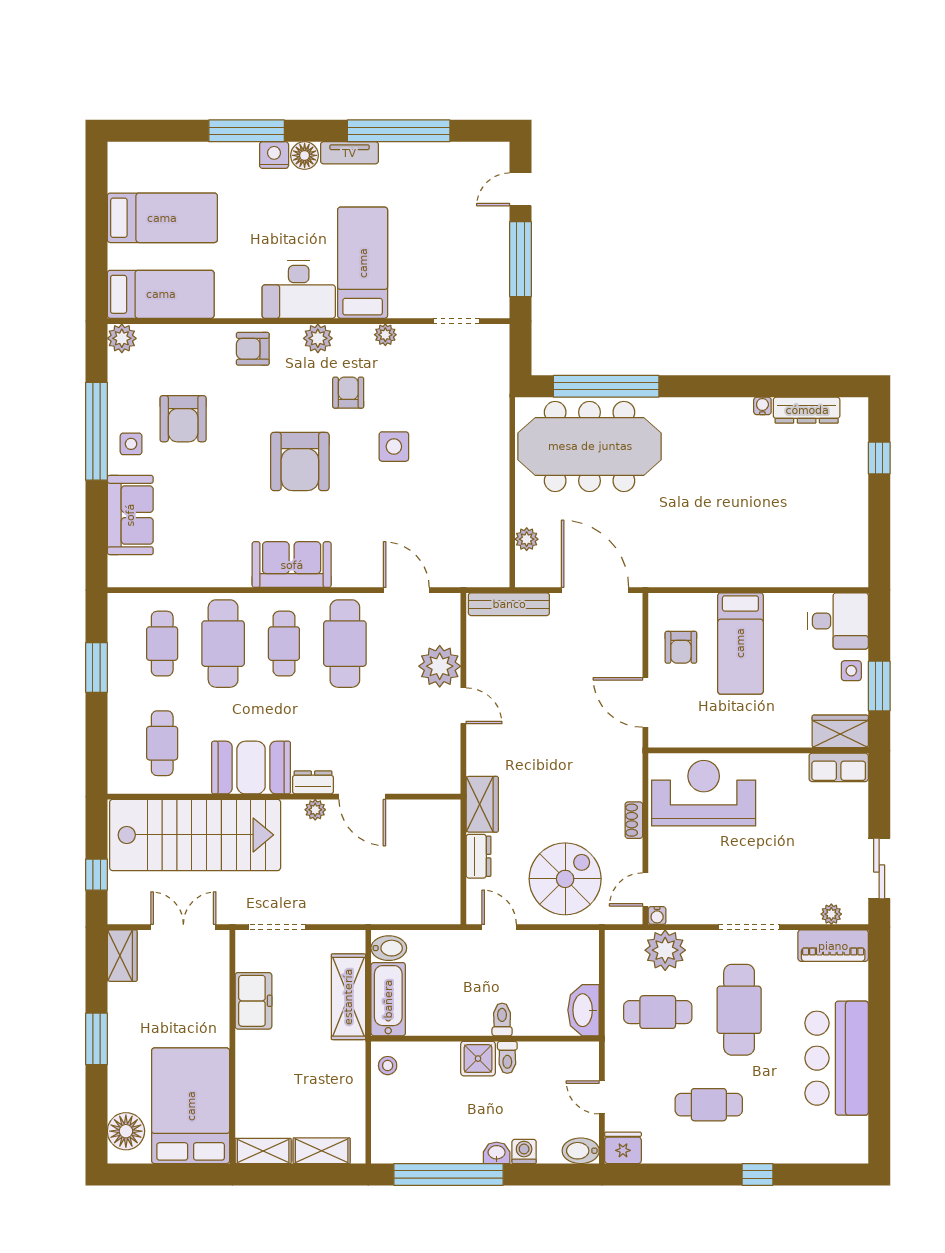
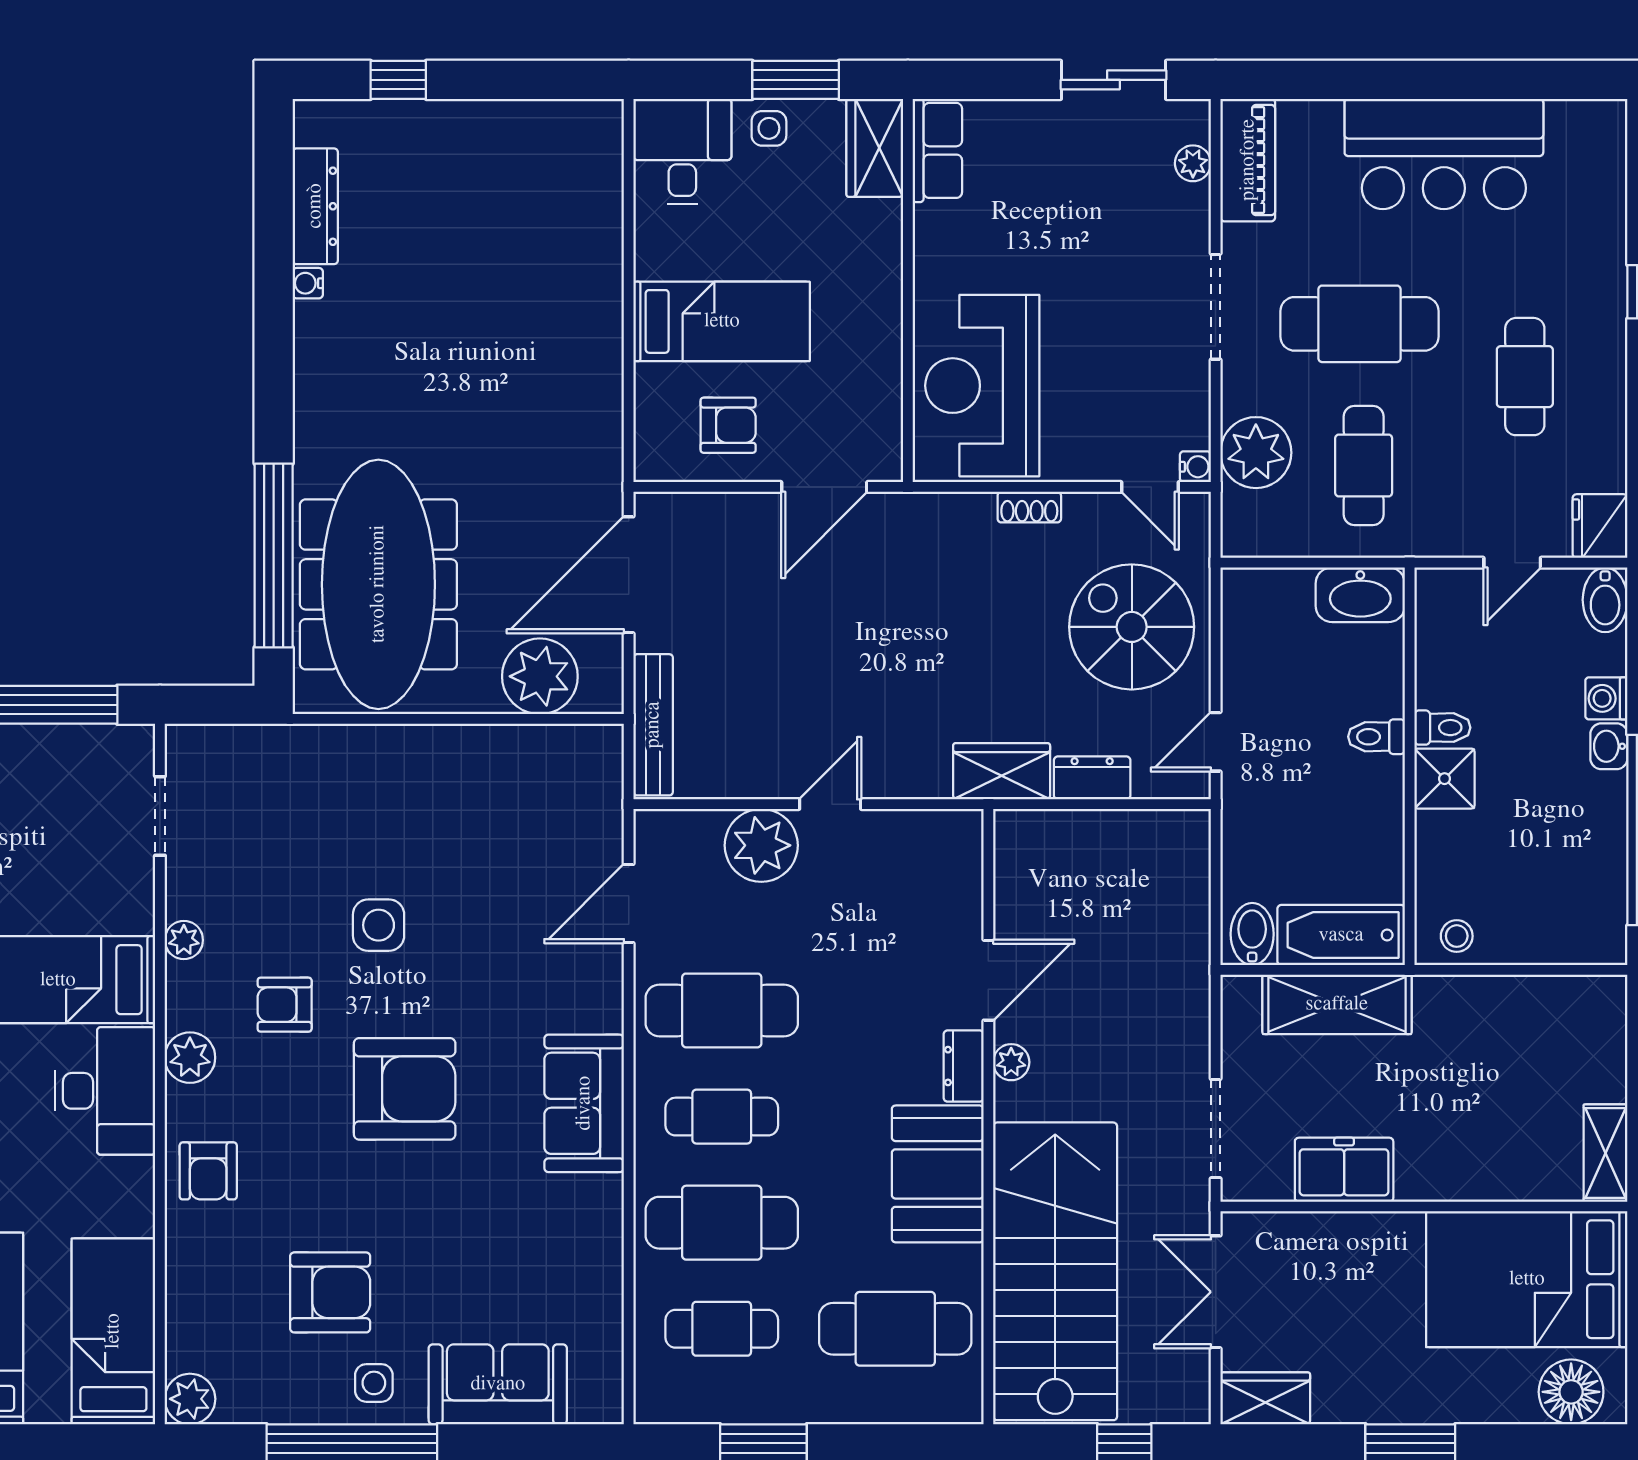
plant: (527, 539) -> (540, 676), width x1.87, depth x1.87
cafe table: (162, 743) -> (895, 1329), width x1.37, depth x1.35
shelving: (322, 1151) -> (1605, 1051), removed

